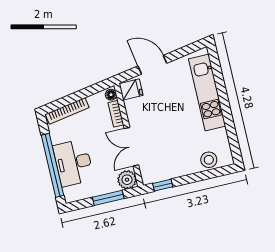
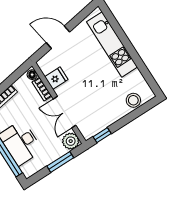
fridge: (131, 90) -> (56, 78), moved

